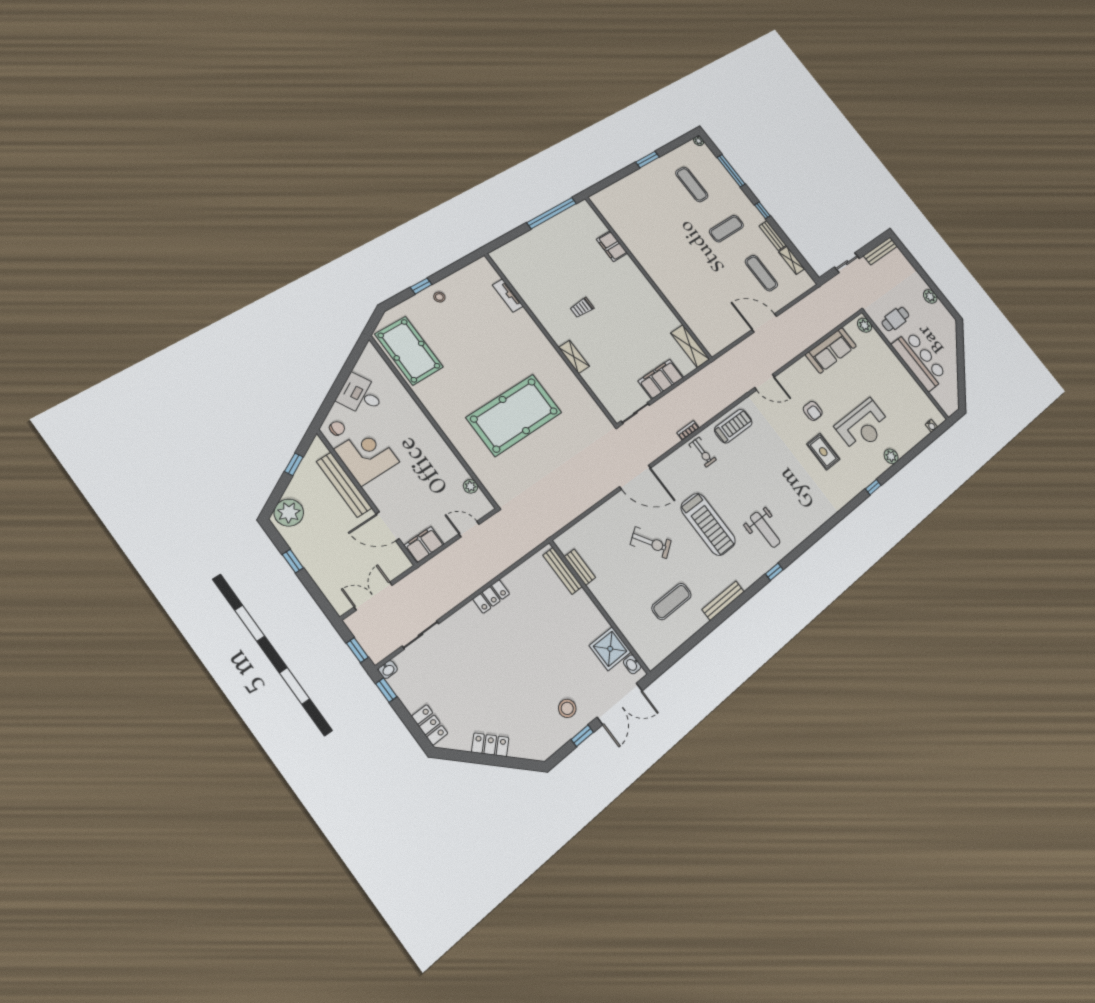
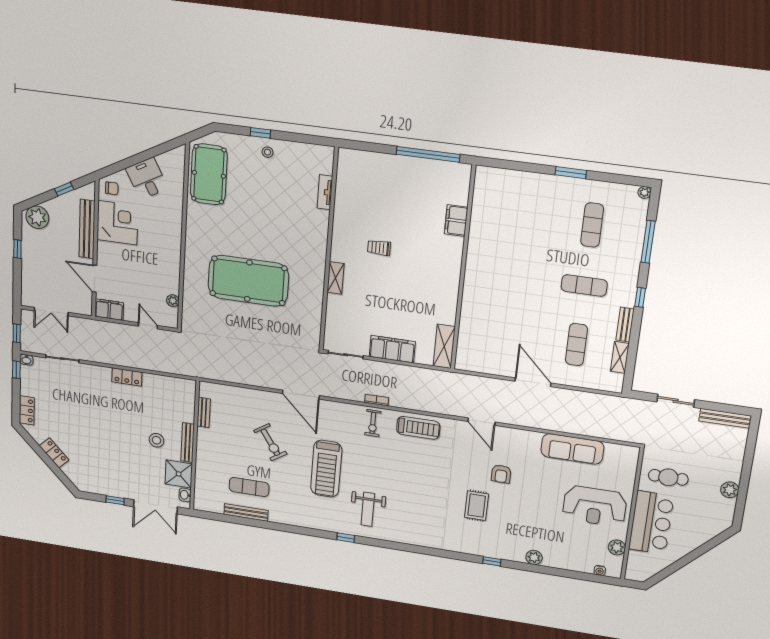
plant: (865, 325) -> (617, 547), moved
reception desk: (863, 426) -> (595, 506), moved
bench: (563, 571) -> (188, 443), moved
double door: (373, 596) -> (51, 312), swing flipped
bench: (723, 601) -> (246, 512), moved
stool: (567, 708) -> (156, 440), moved

